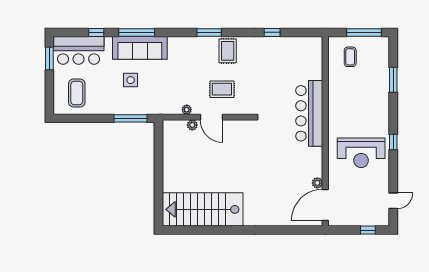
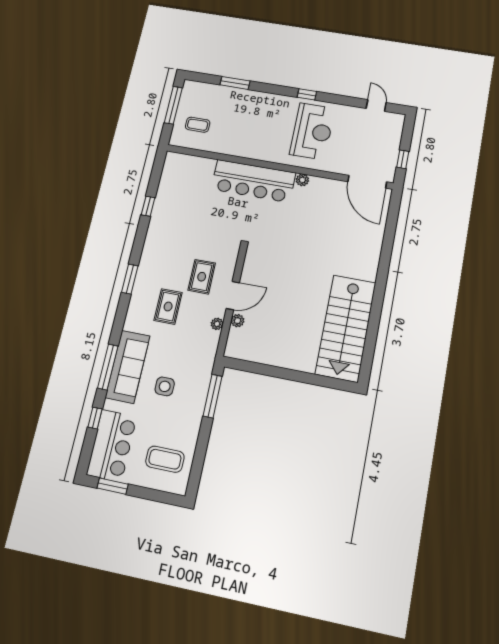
rug: (228, 51) -> (168, 306), moved, turned 90
plant: (317, 183) -> (302, 180), moved
window: (368, 230) -> (403, 159), moved

